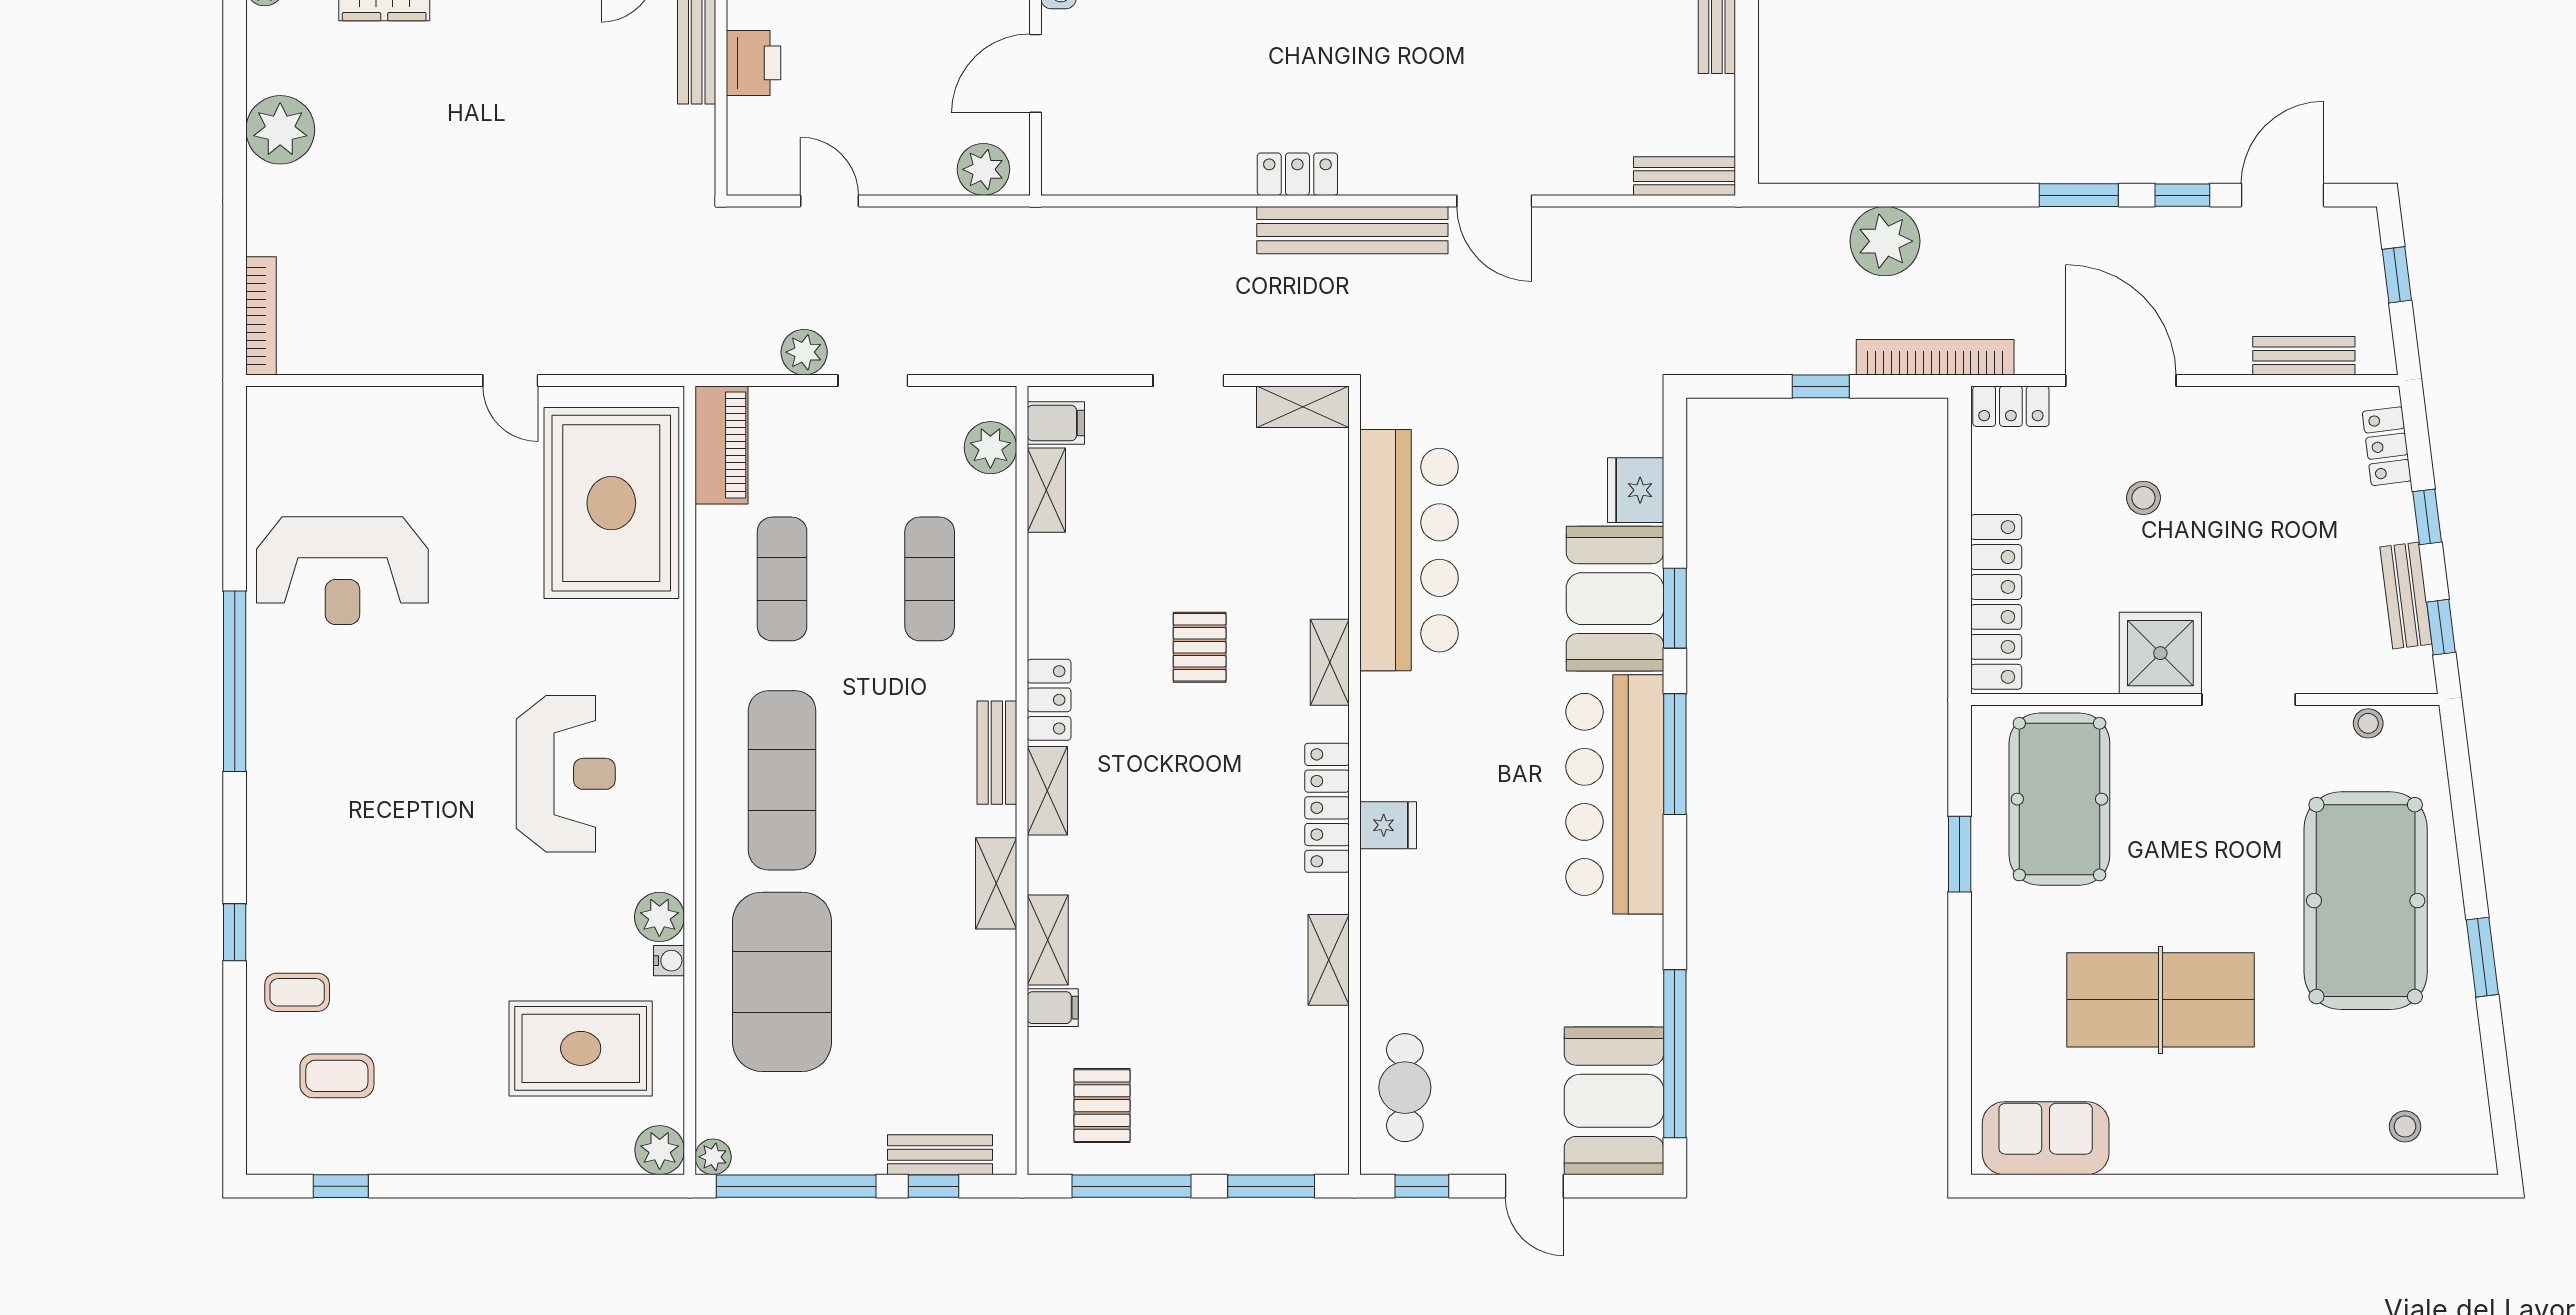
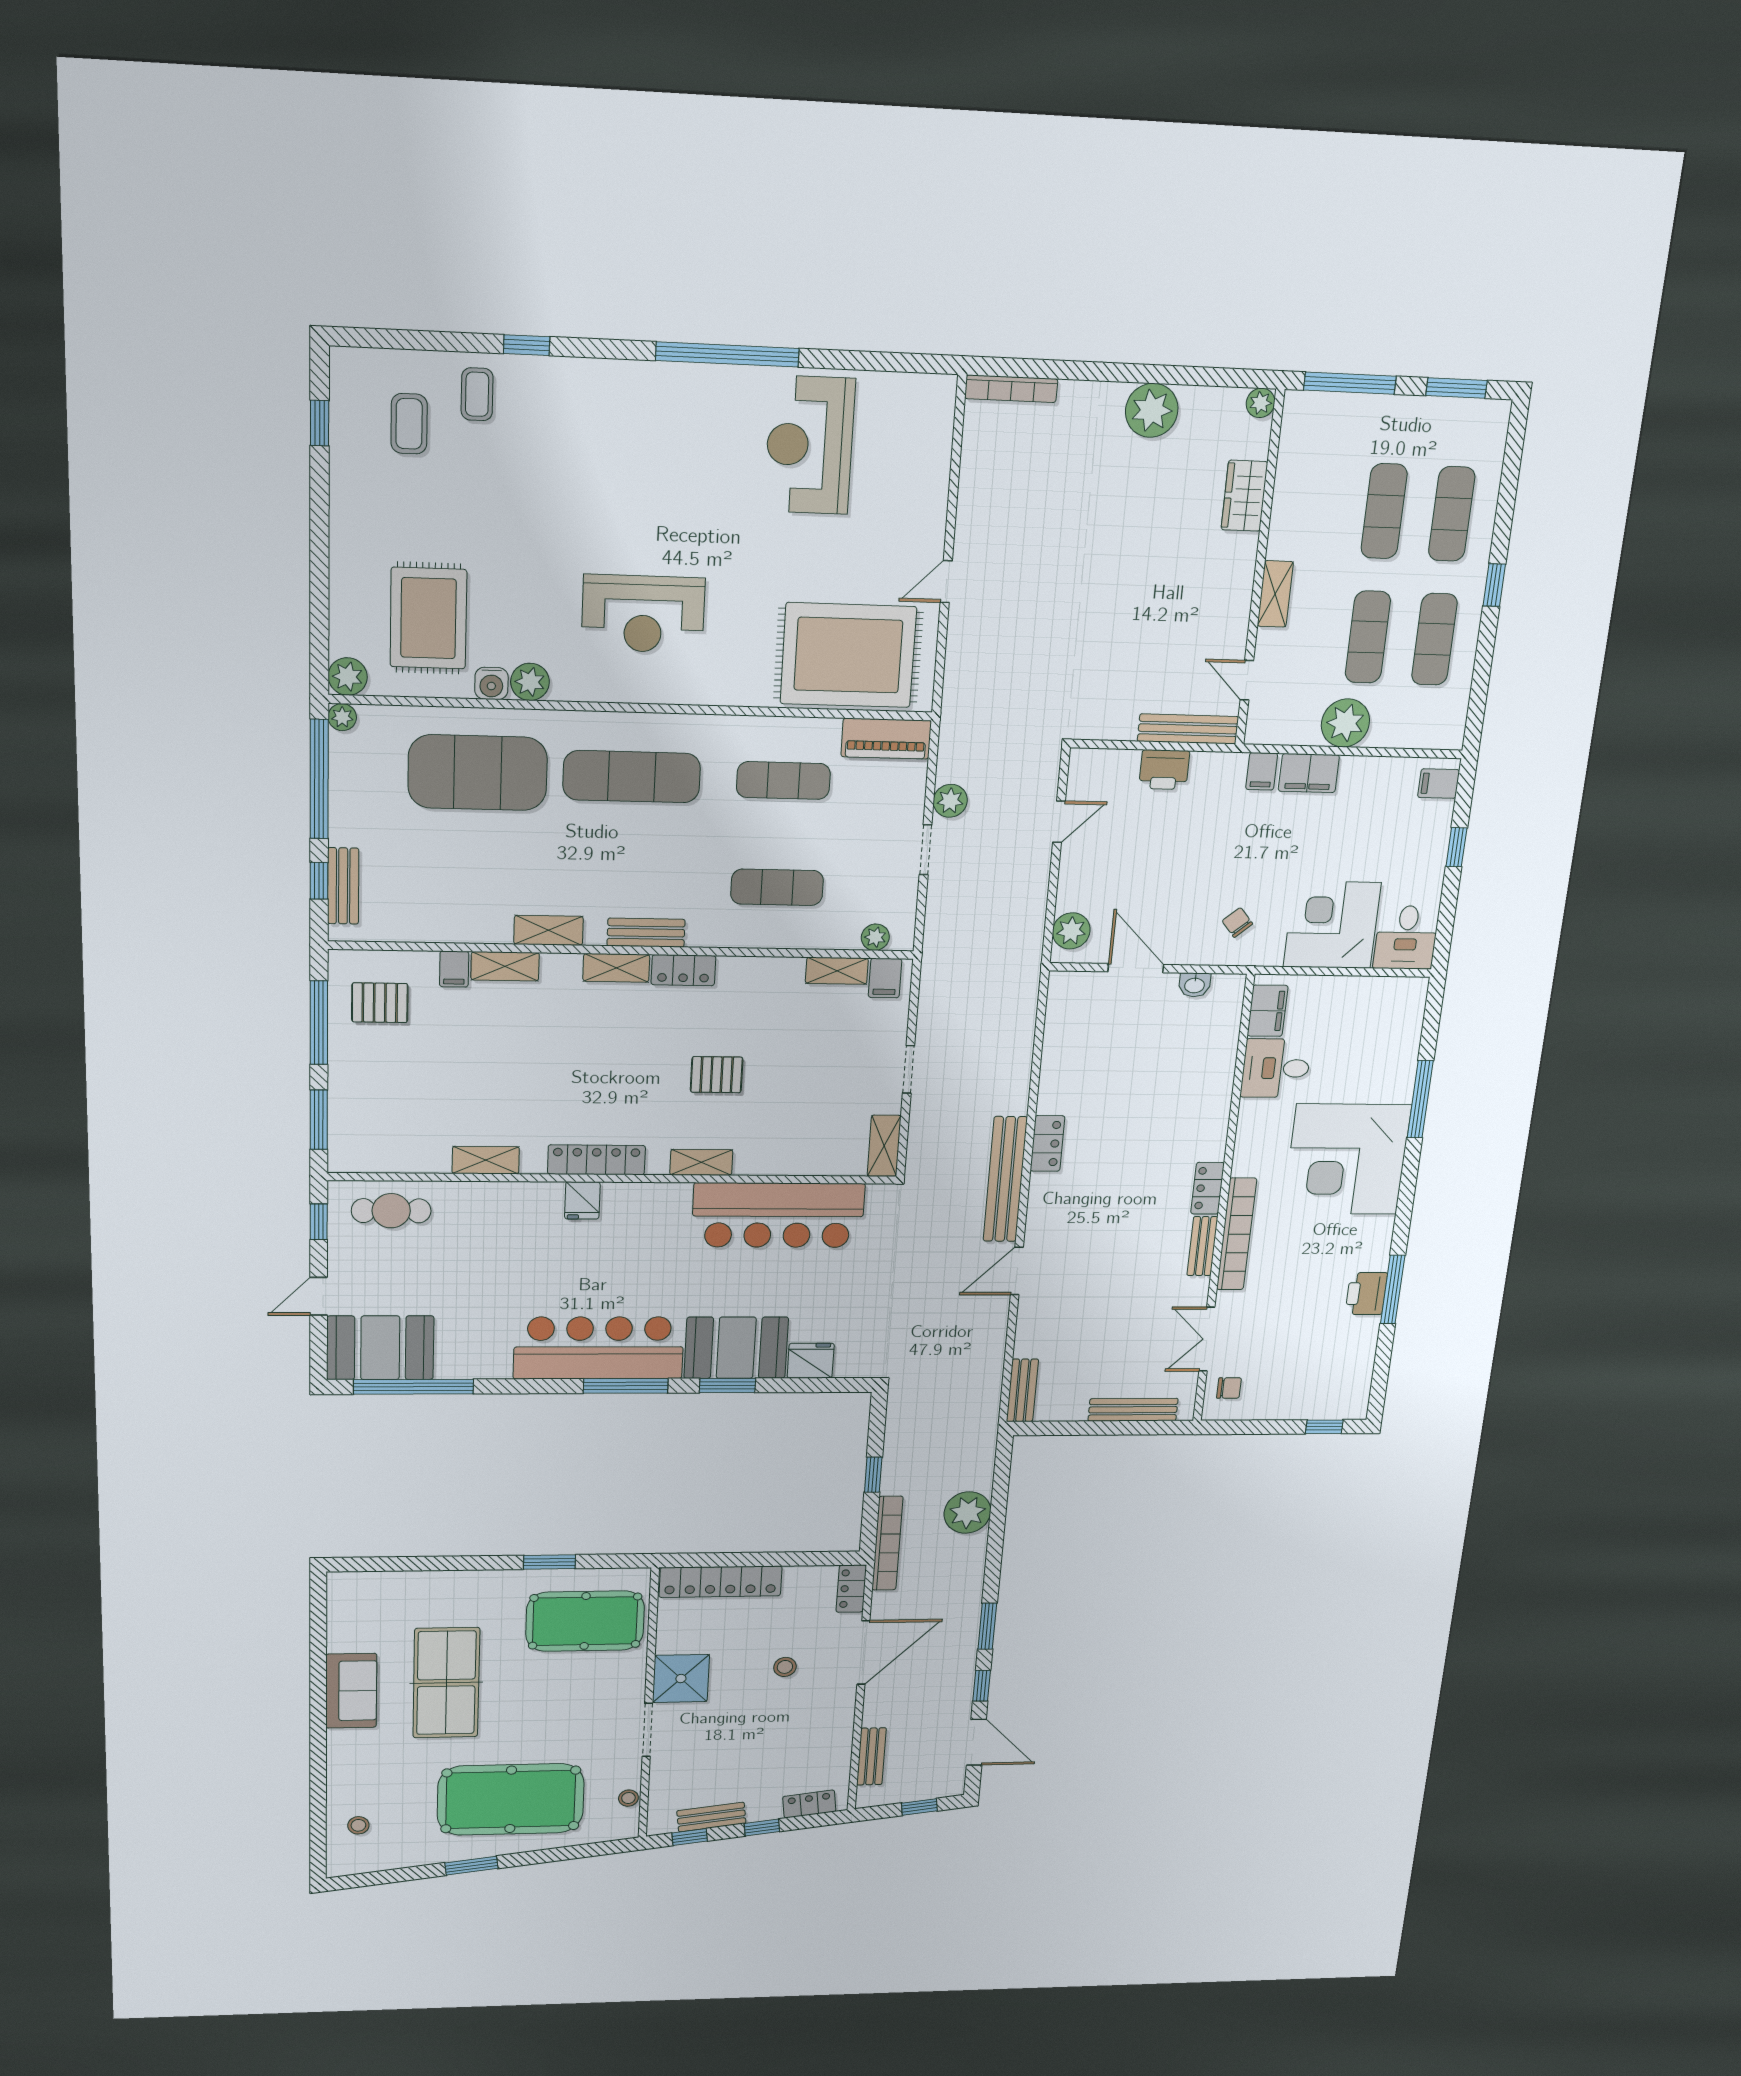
plant: (990, 448) -> (875, 937), width x0.73, depth x0.73
water cooler: (669, 961) -> (491, 683), width x1.38, depth x1.38
sofa: (2046, 1138) -> (351, 1691), moved

